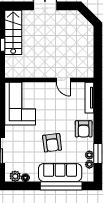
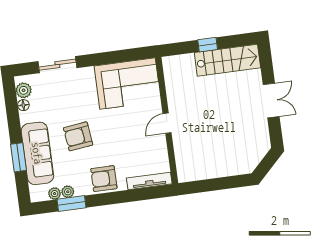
door: (63, 80) -> (167, 123), moved
window: (61, 186) -> (19, 157), width x0.47

